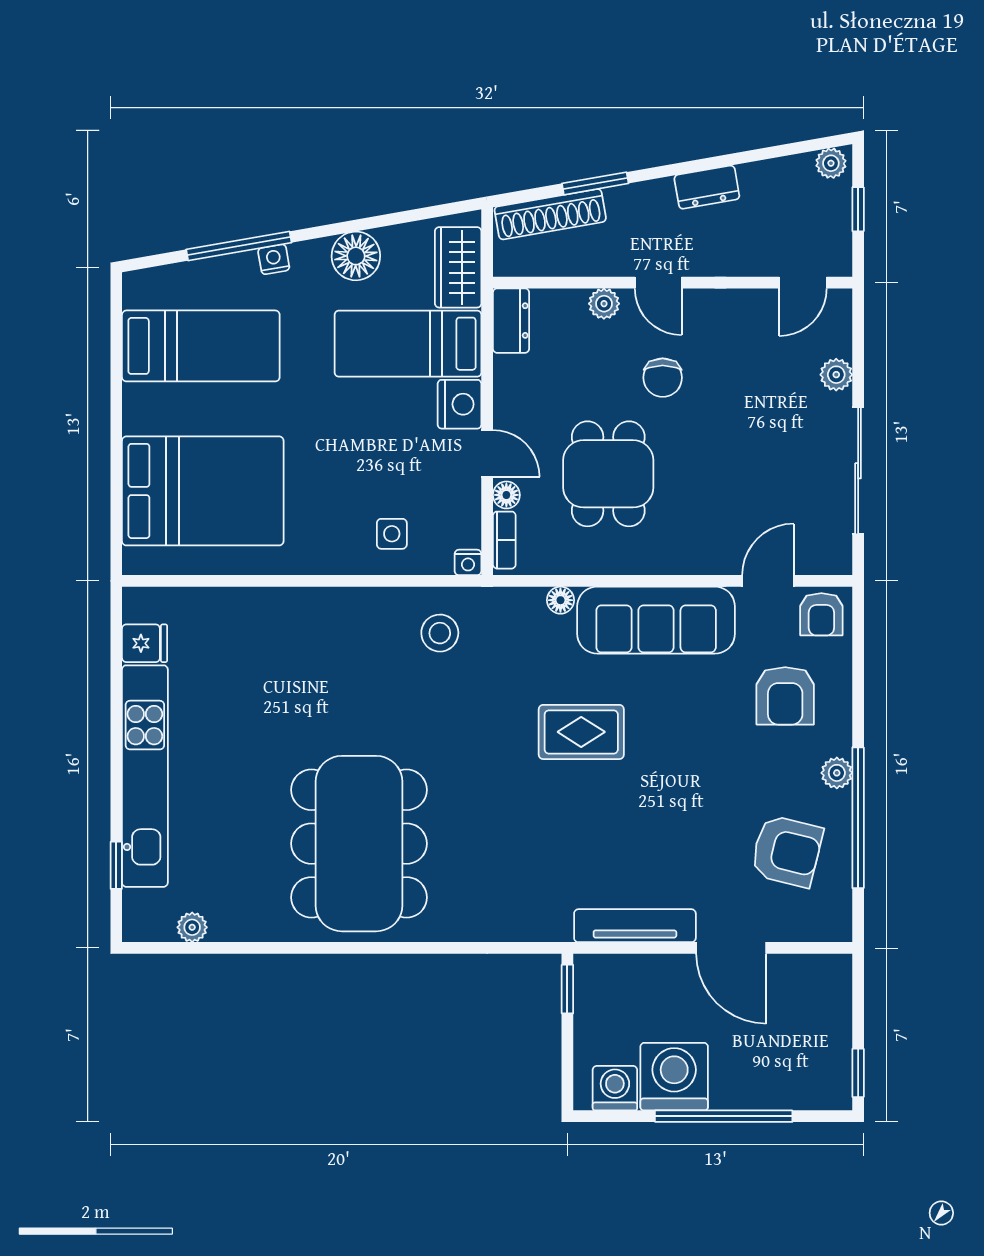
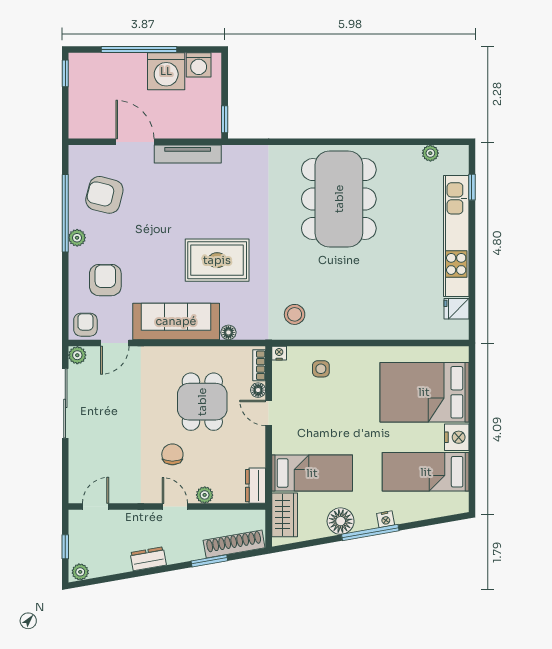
window: (239, 246) -> (370, 533), moved
plant: (836, 375) -> (77, 355), moved
nightstand: (460, 404) -> (457, 437), moved, turned 180
rug: (581, 732) -> (217, 260), width x1.36, depth x1.43

